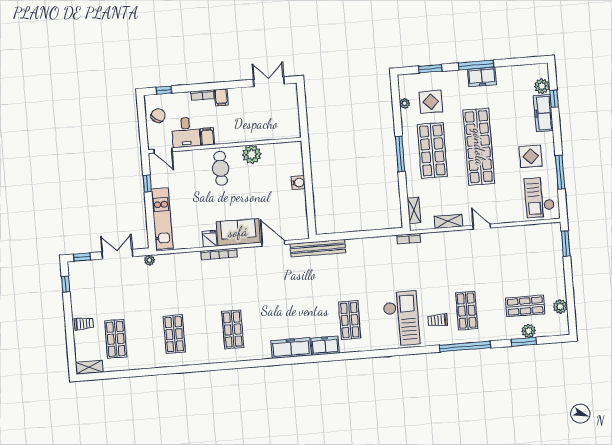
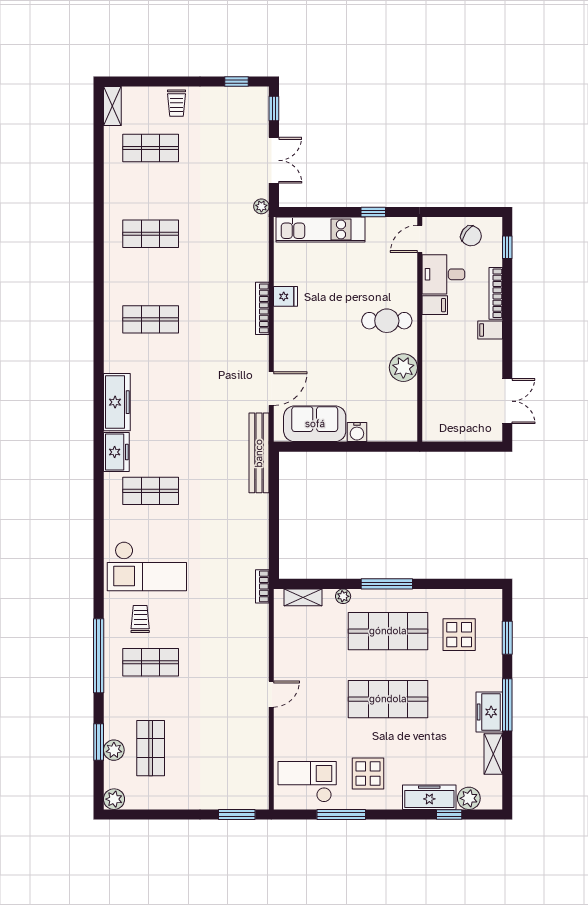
bookcase: (202, 95) -> (496, 293), width x1.56
plant: (405, 103) -> (343, 596), moved
shop shelf: (479, 147) -> (388, 699), width x0.71
shelving: (448, 221) -> (493, 754), moved
sofa: (238, 232) -> (315, 424), moved, turned -90
plant: (560, 306) -> (114, 799), moved

